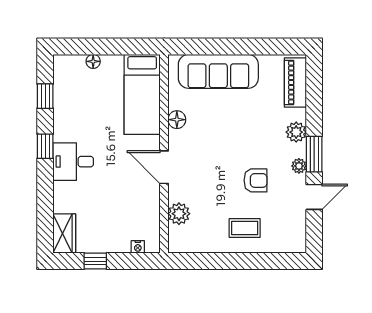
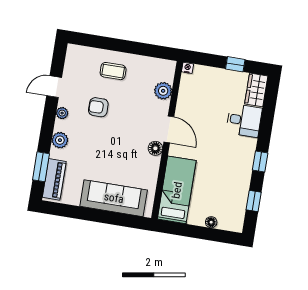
floor lamp: (177, 120) -> (155, 148), moved
window: (314, 154) -> (41, 167), moved
desk: (73, 162) -> (244, 120), moved
nightstand: (138, 247) -> (187, 68), moved

